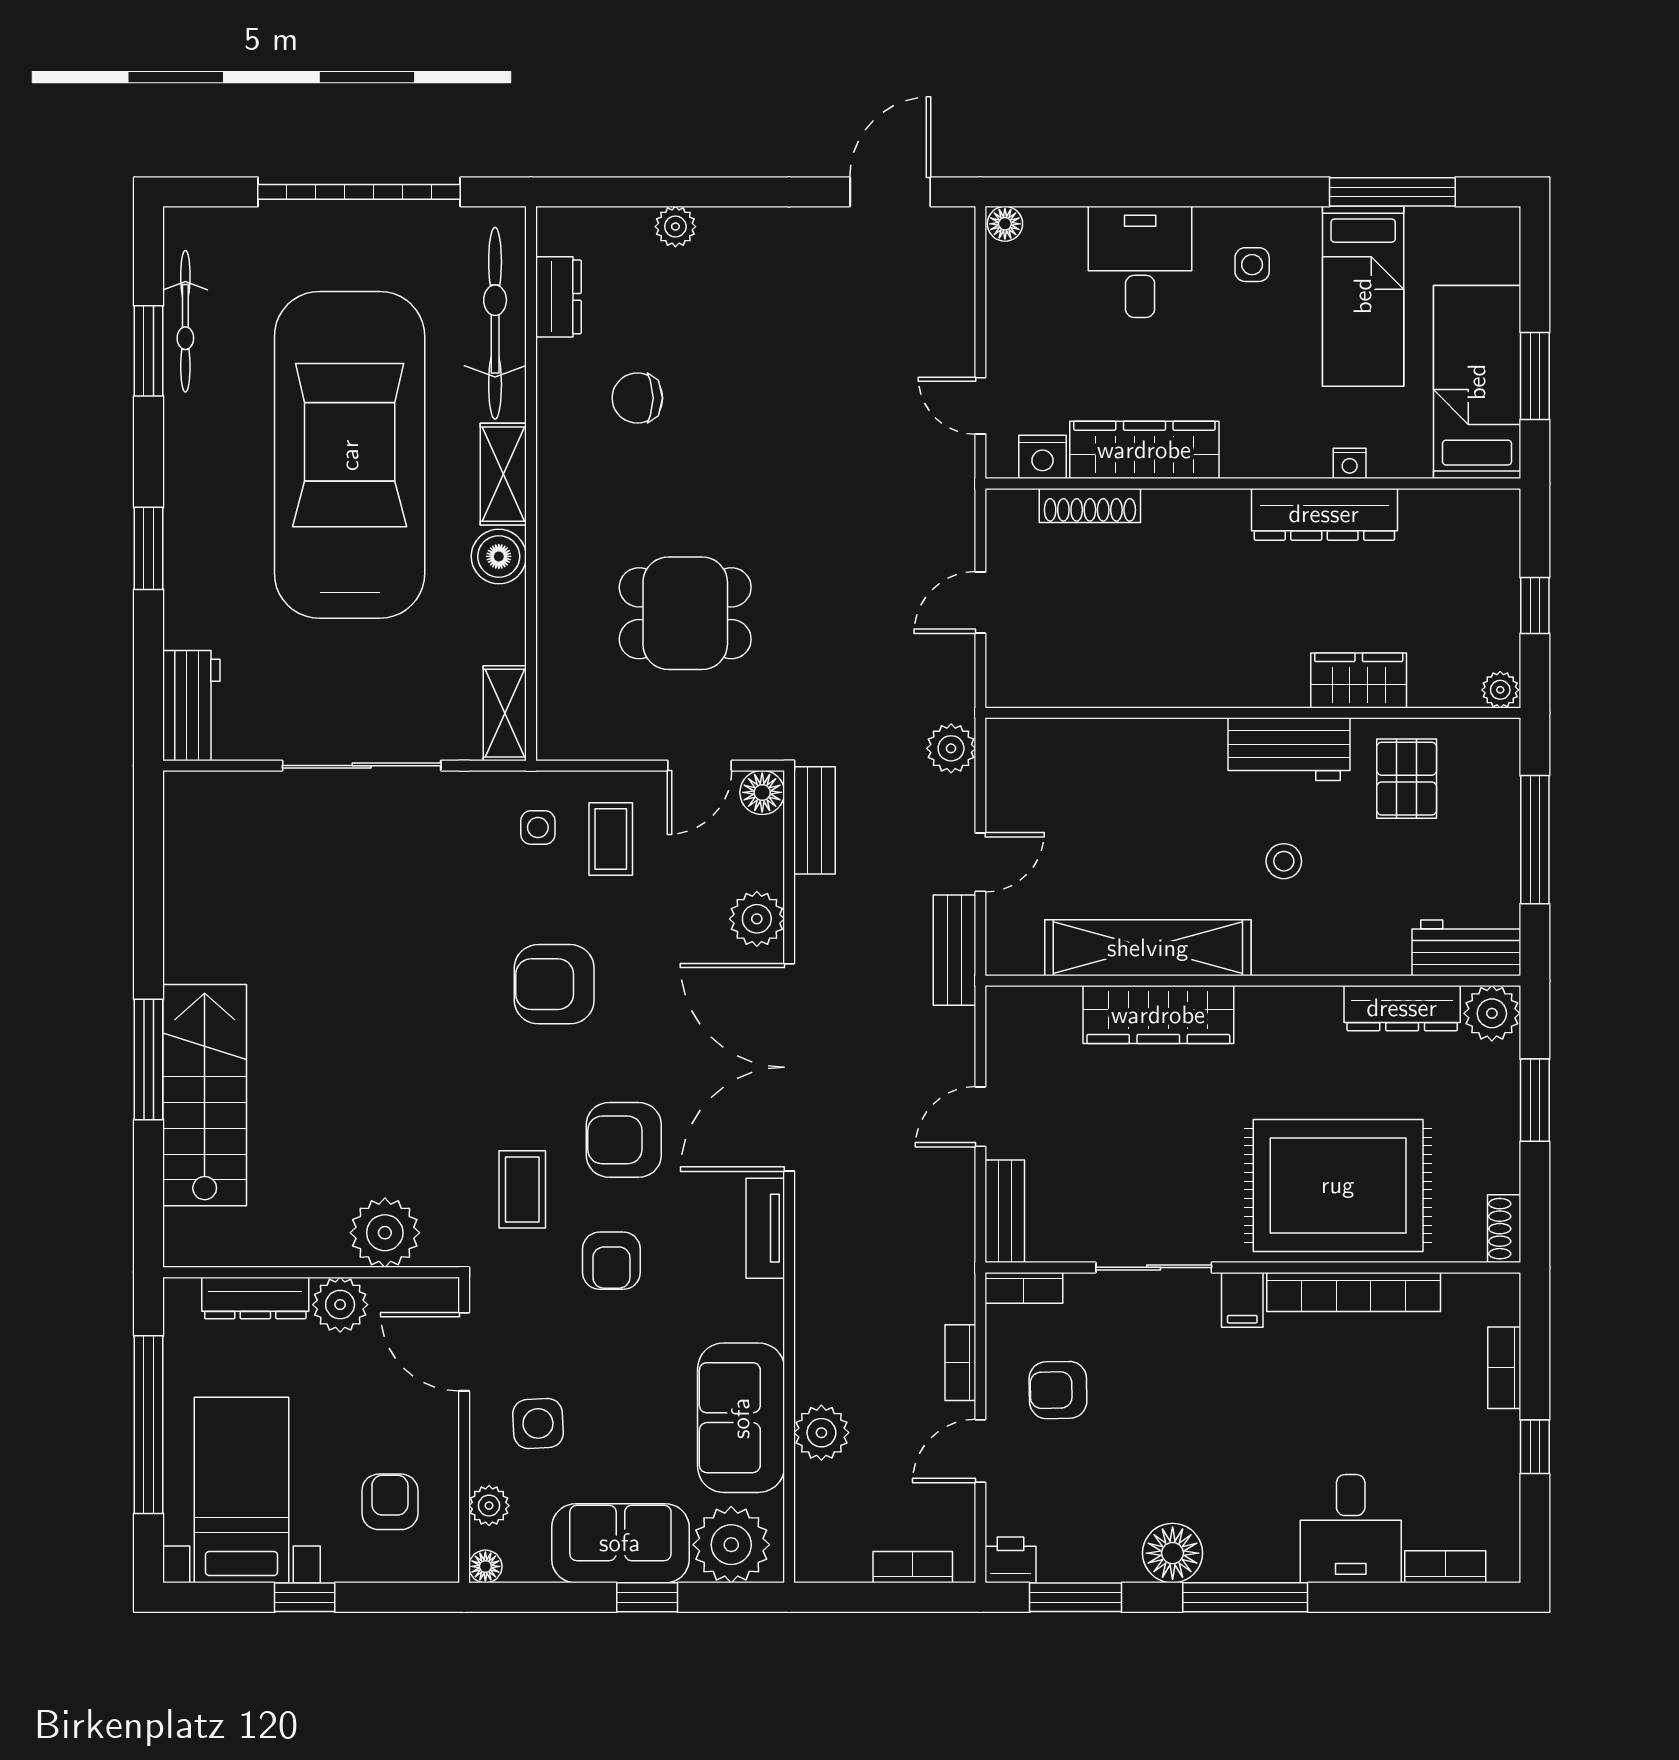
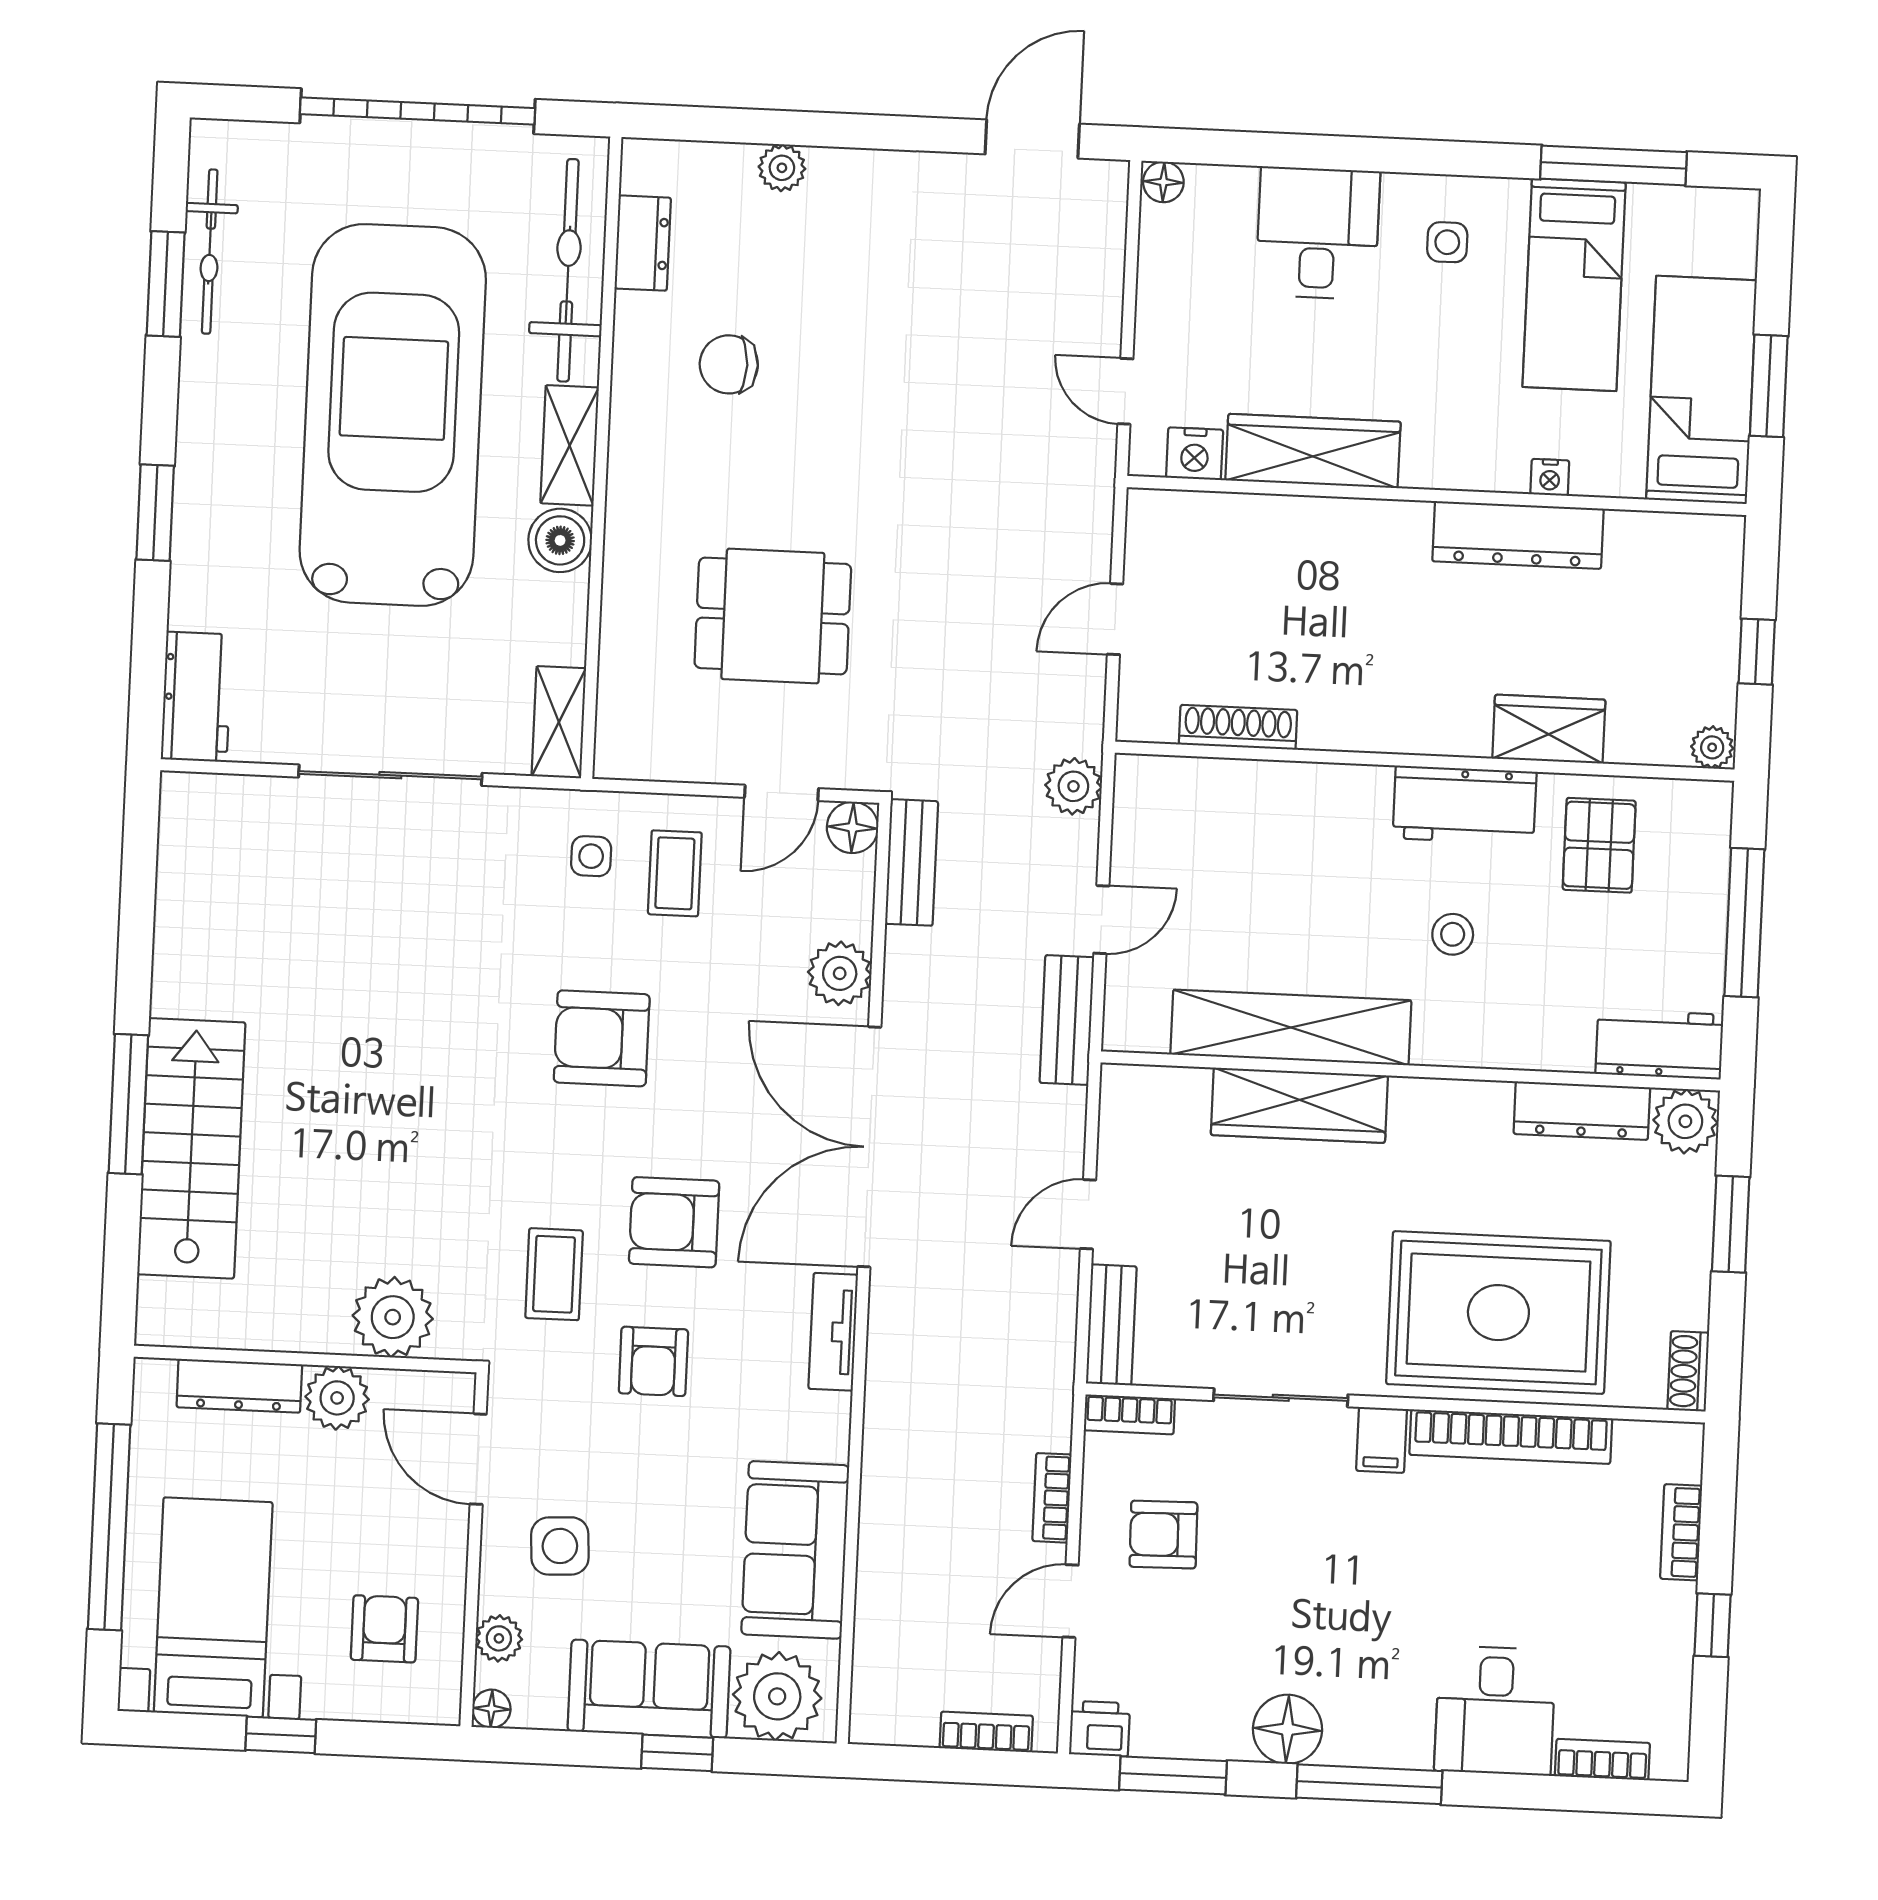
shoe rack: (1090, 505) -> (1238, 727), moved, turned 180
plant: (821, 1433) -> (887, 1572), removed

